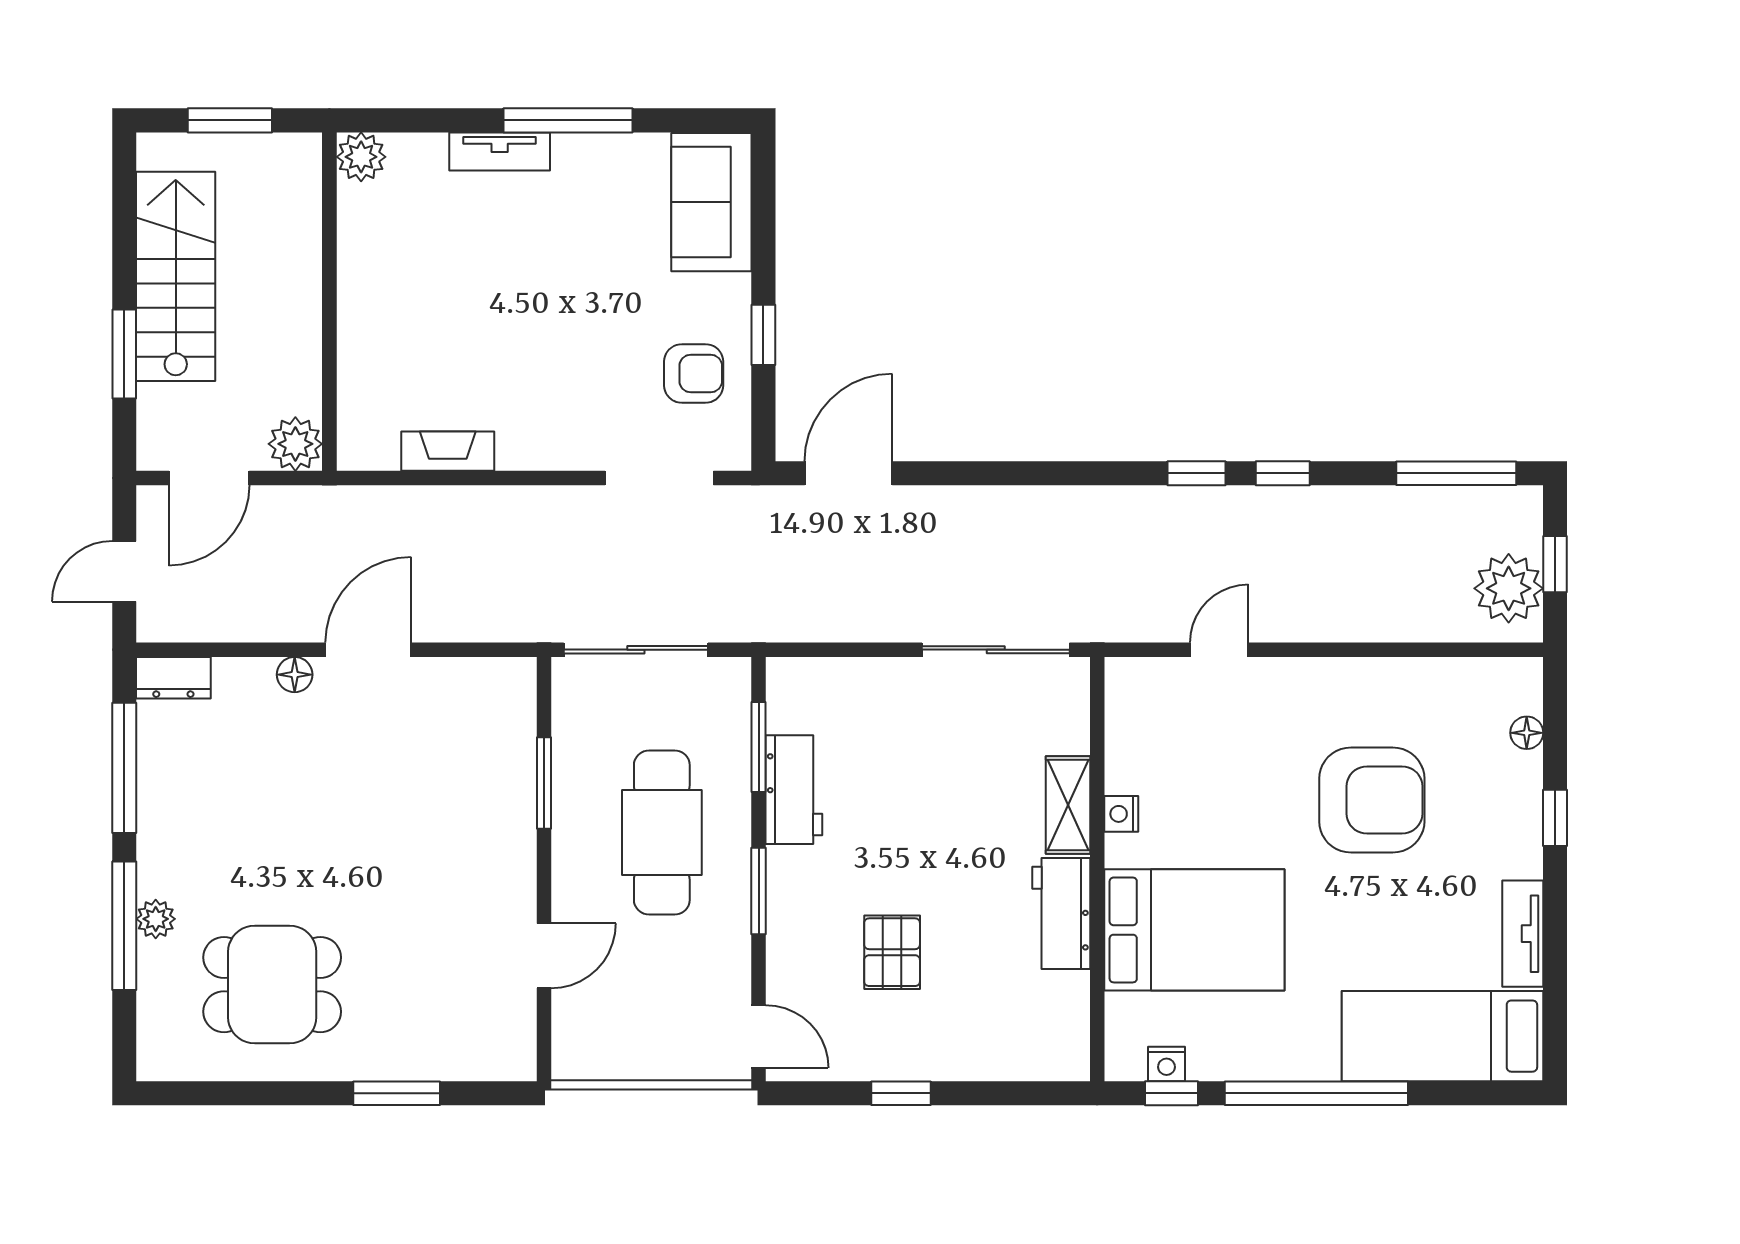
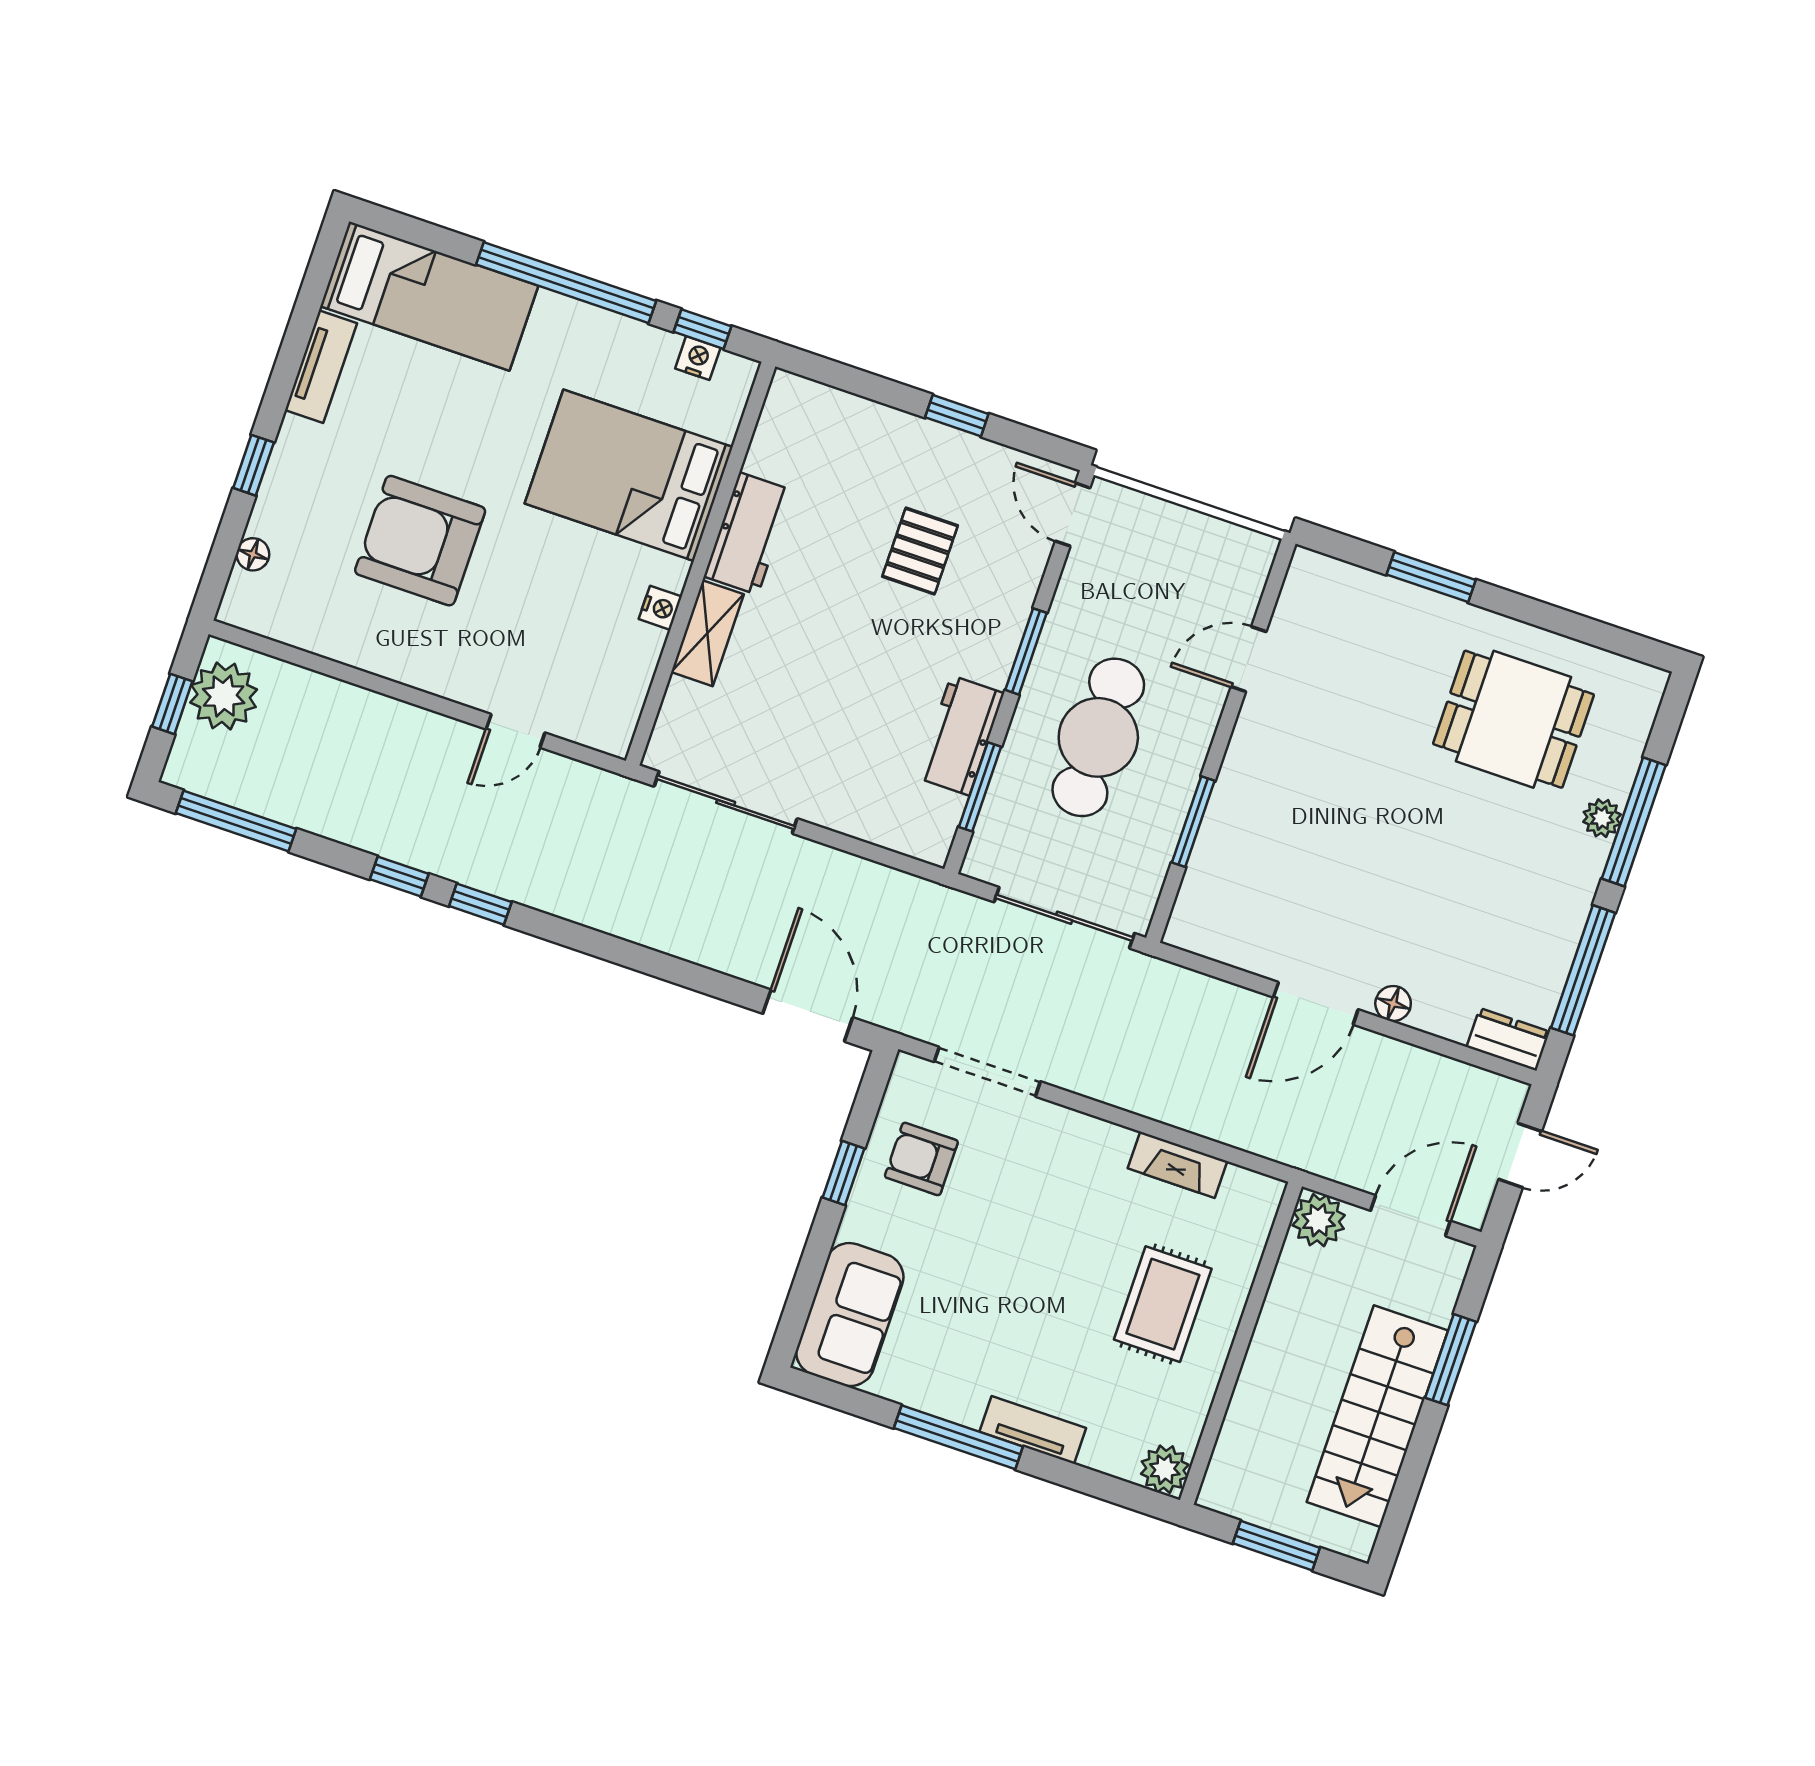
rug: (417, 313) -> (1163, 1304), added
door: (848, 473) -> (808, 1016), swing flipped

